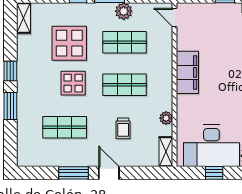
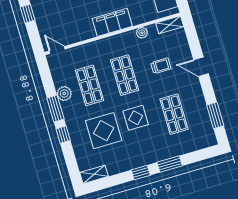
door: (175, 17) -> (57, 50), swing flipped
filing cabinet: (187, 72) -> (112, 22), moved
window: (74, 173) -> (215, 115), moved
door: (109, 173) -> (201, 67), hinge flipped

